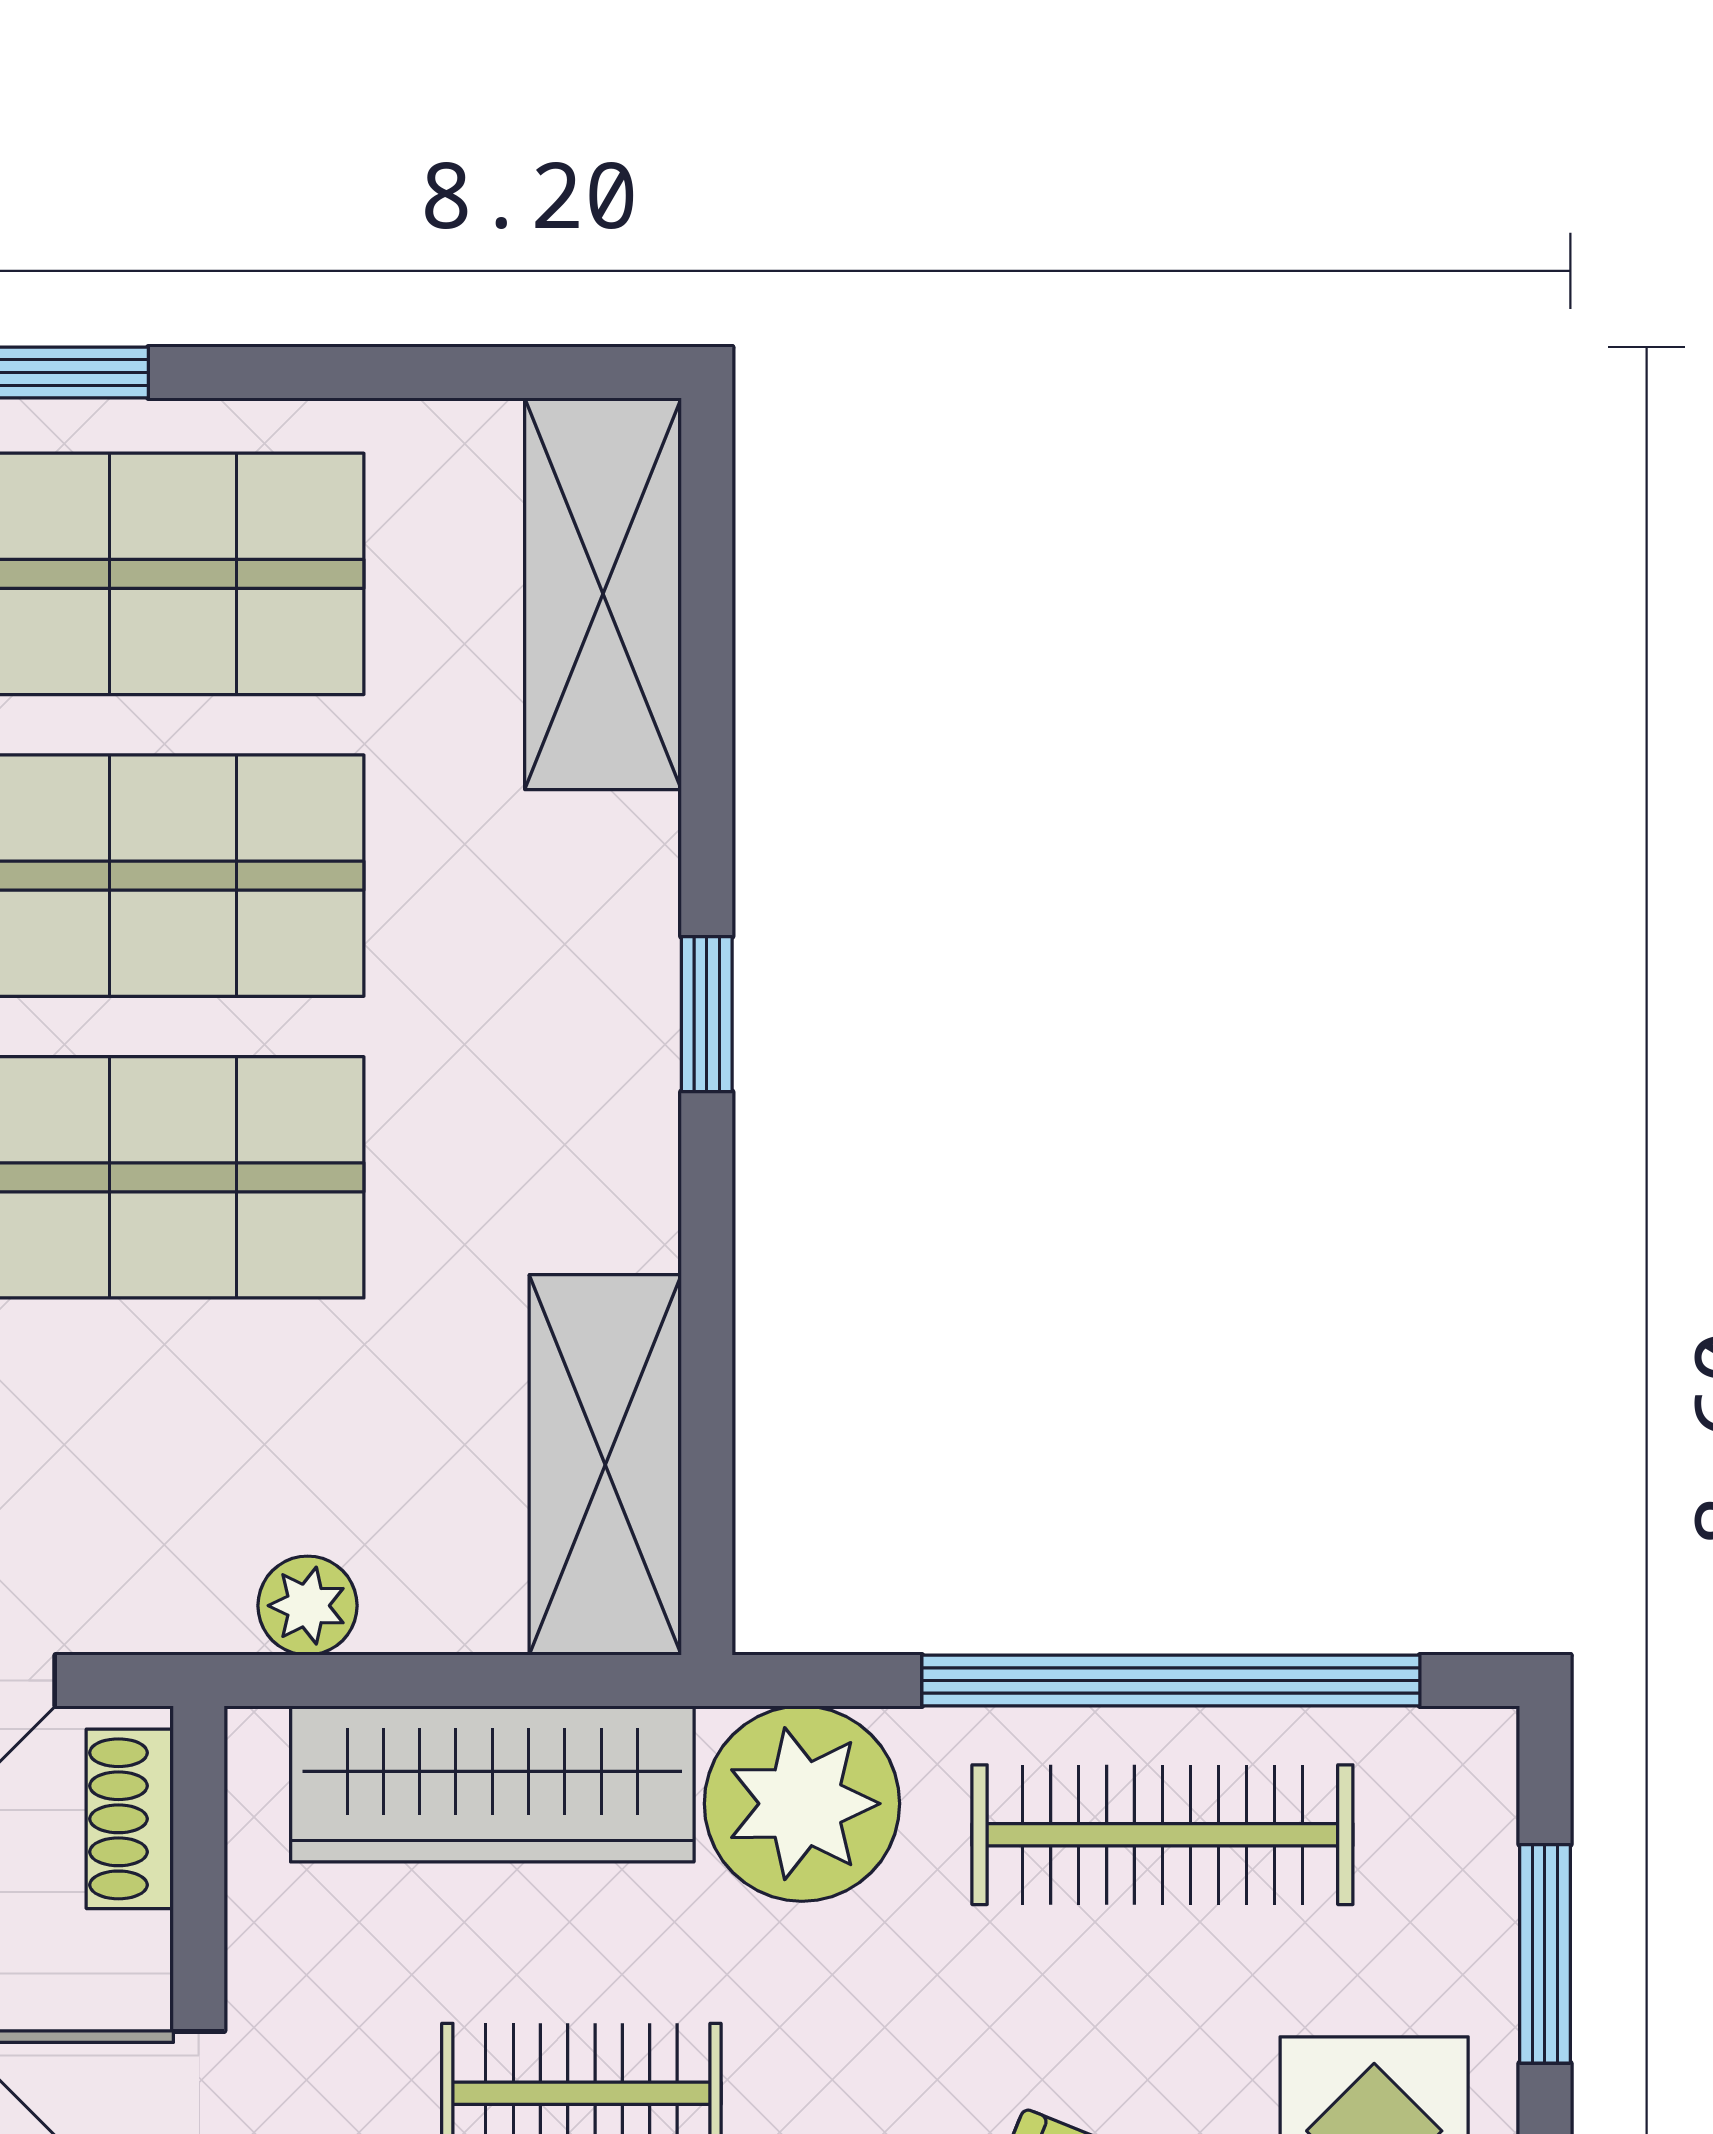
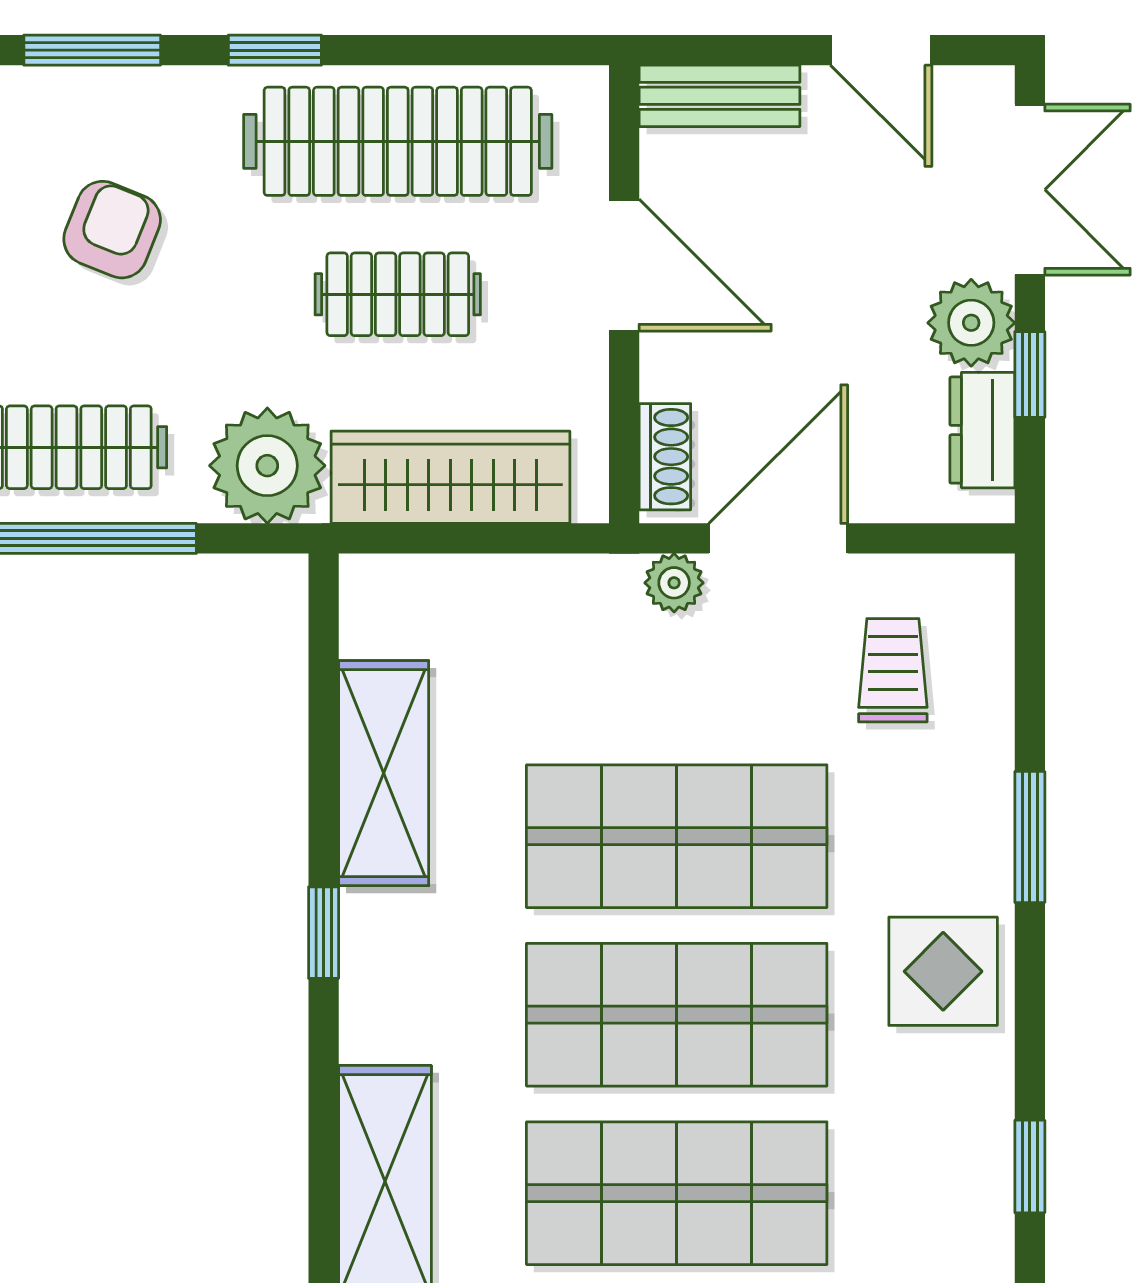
shelving: (605, 1465) -> (384, 773), moved
plant: (308, 1606) -> (674, 583), moved

